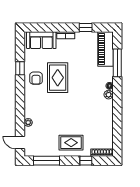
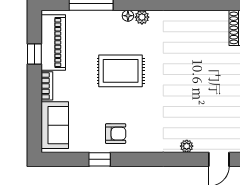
piano: (105, 49) -> (53, 43), moved, turned -90
rug: (58, 78) -> (121, 71), moved
rug: (71, 143) -> (219, 77), removed

